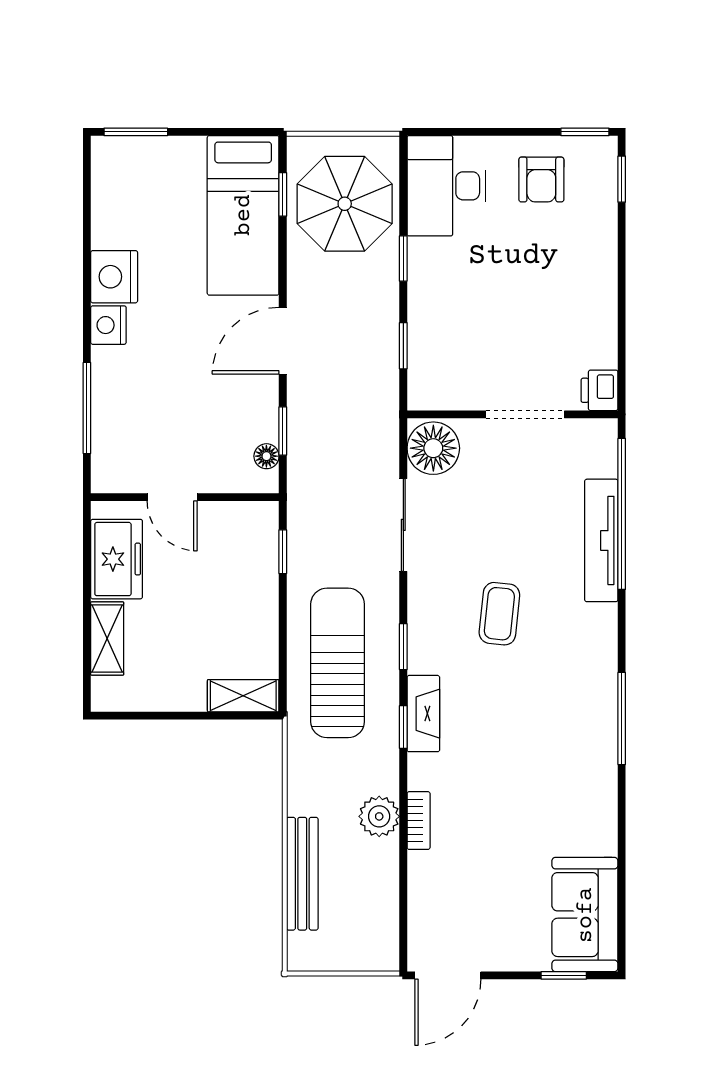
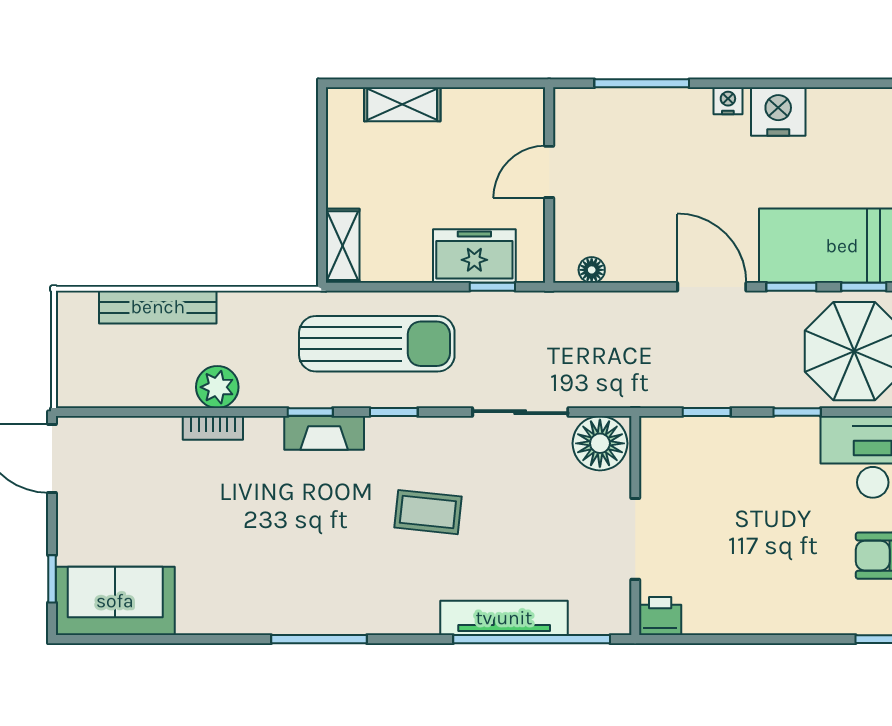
nightstand: (108, 325) -> (728, 101), width x0.72, depth x0.74
window: (283, 431) -> (791, 287), moved
freezer: (117, 559) -> (474, 256), moved, turned 180

